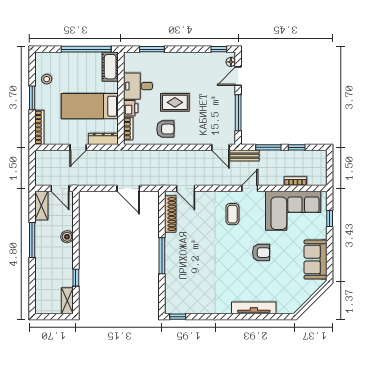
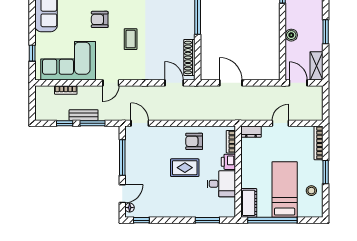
bed: (90, 106) -> (285, 189), moved, turned -90
dresser: (103, 139) -> (251, 132), width x0.70
bench: (244, 156) -> (84, 115), moved
coffee table: (232, 214) -> (131, 39), moved
window: (32, 240) -> (326, 32), width x0.69

